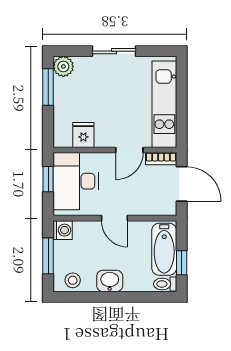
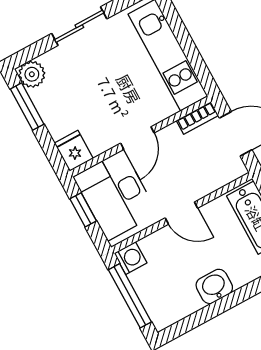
fridge: (83, 135) -> (74, 151), moved
door: (129, 150) -> (137, 138), moved
window: (48, 256) -> (130, 296), width x1.44
stool: (73, 280) -> (172, 308), removed

